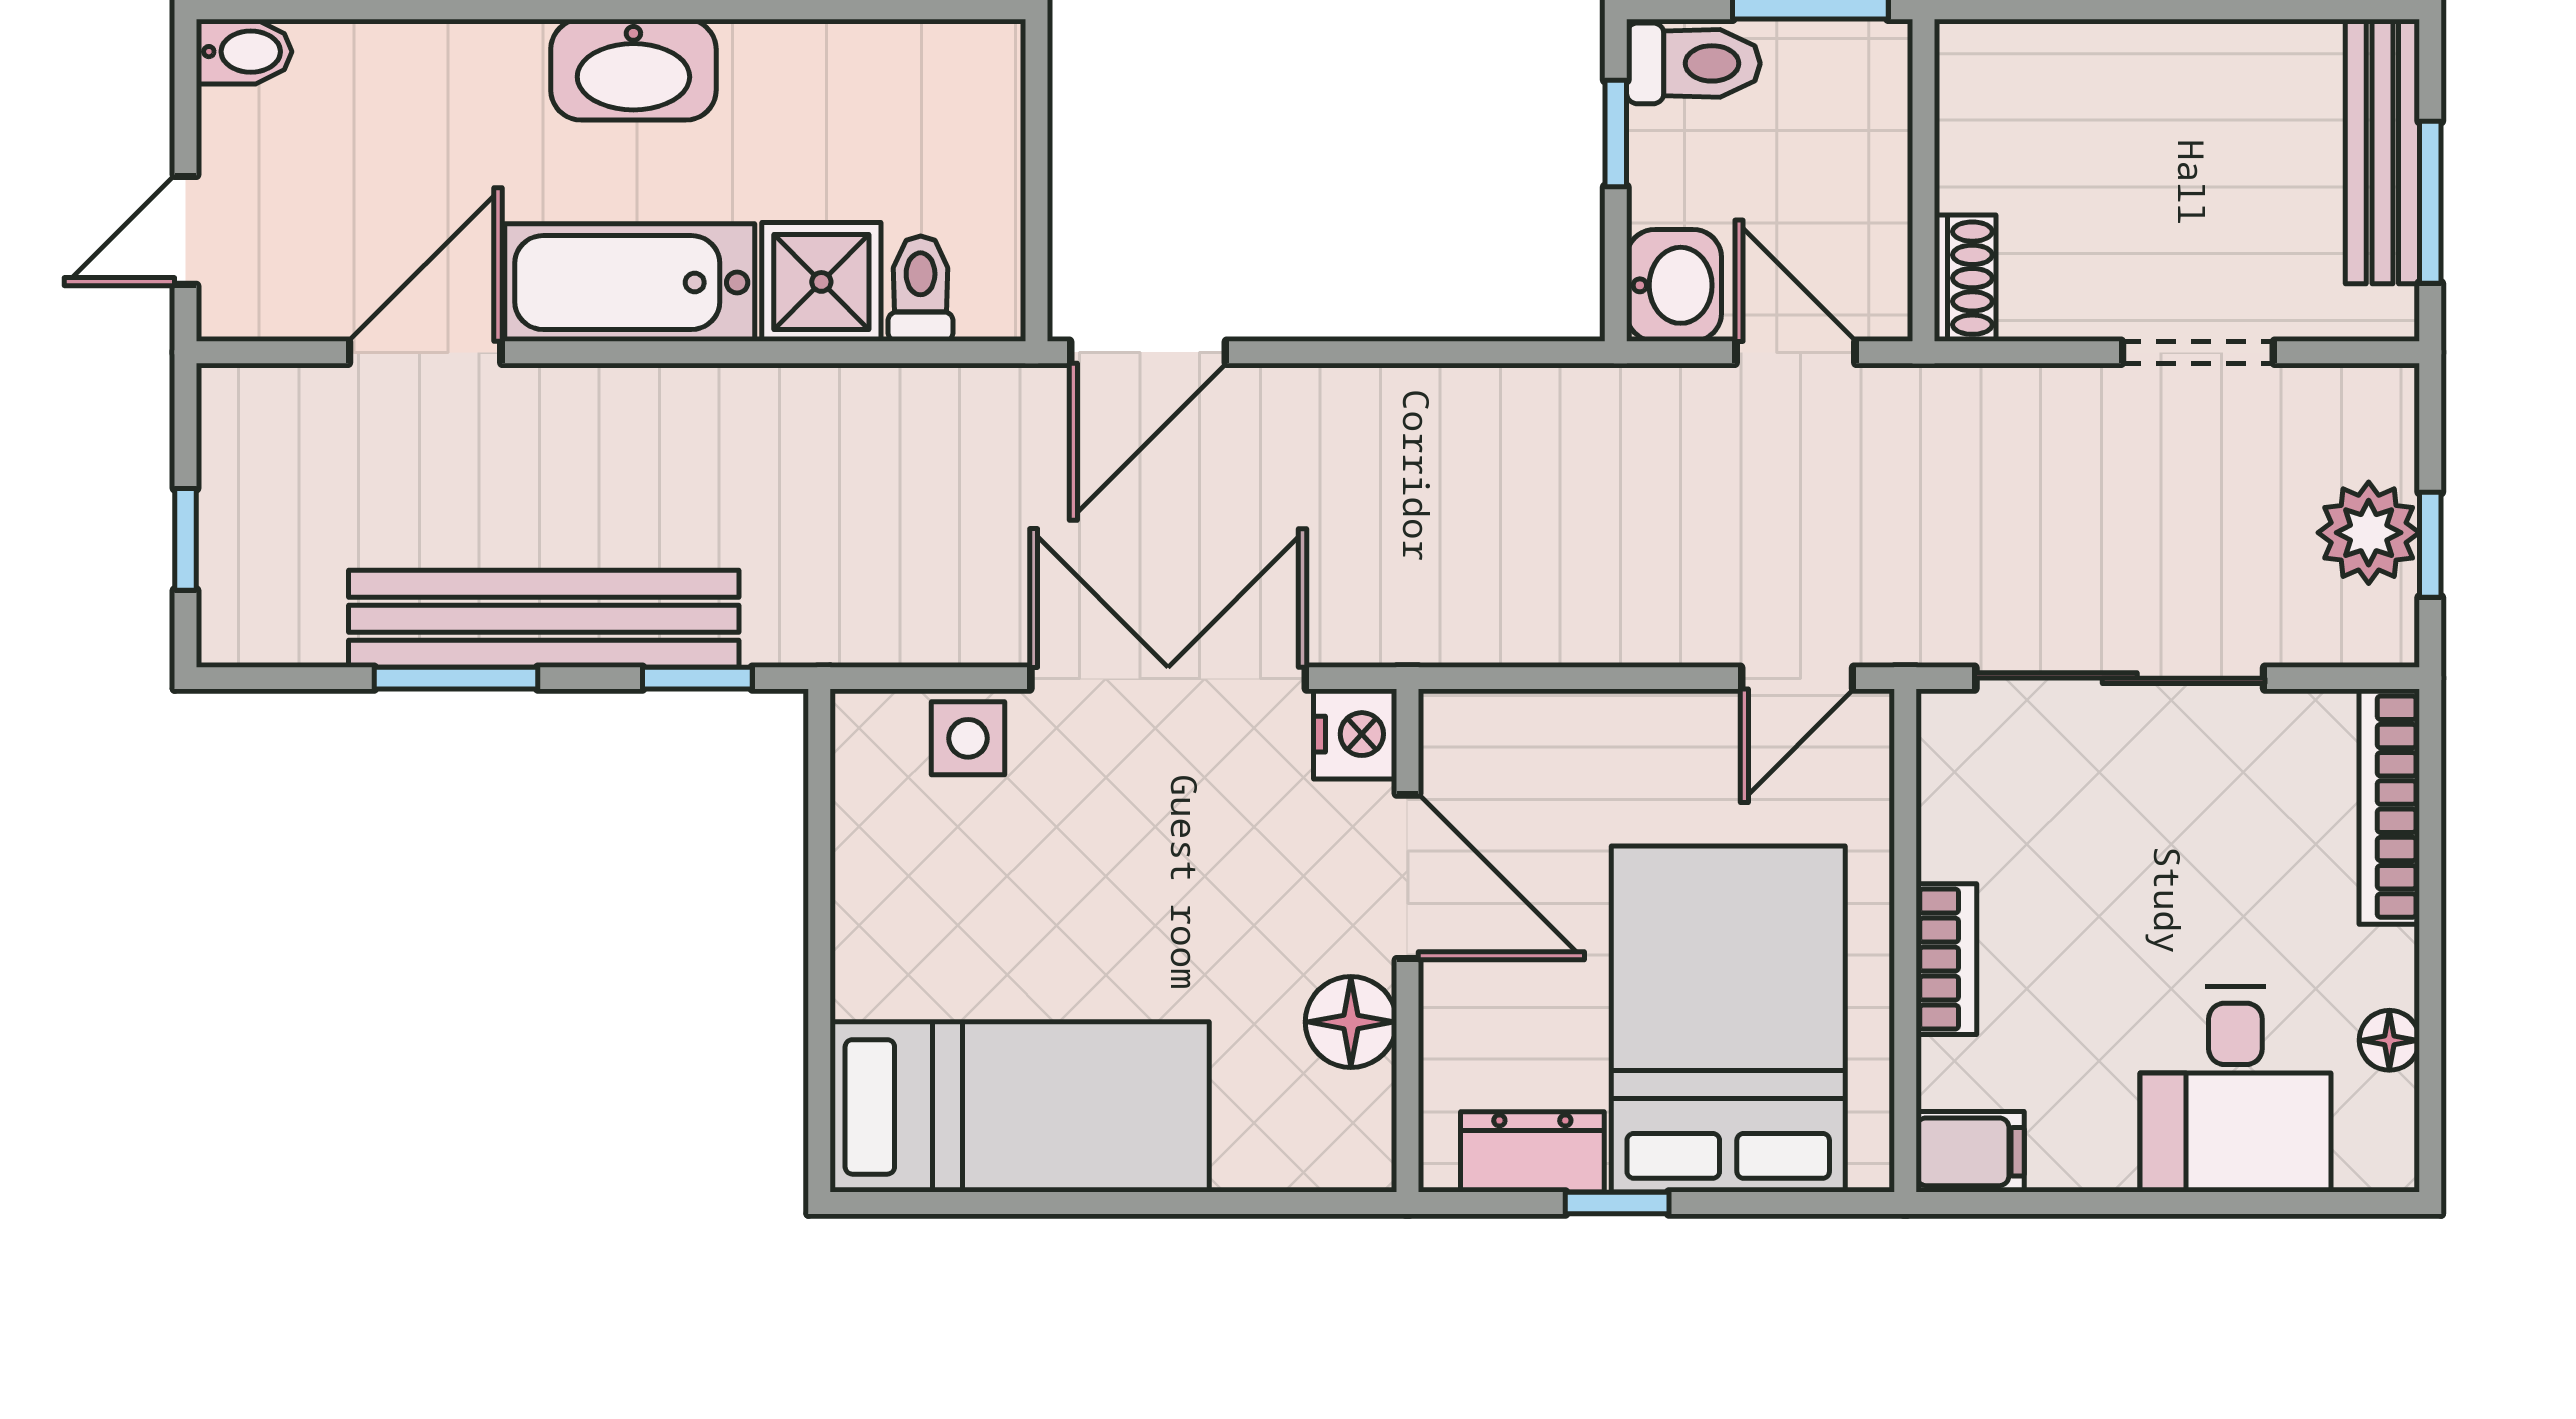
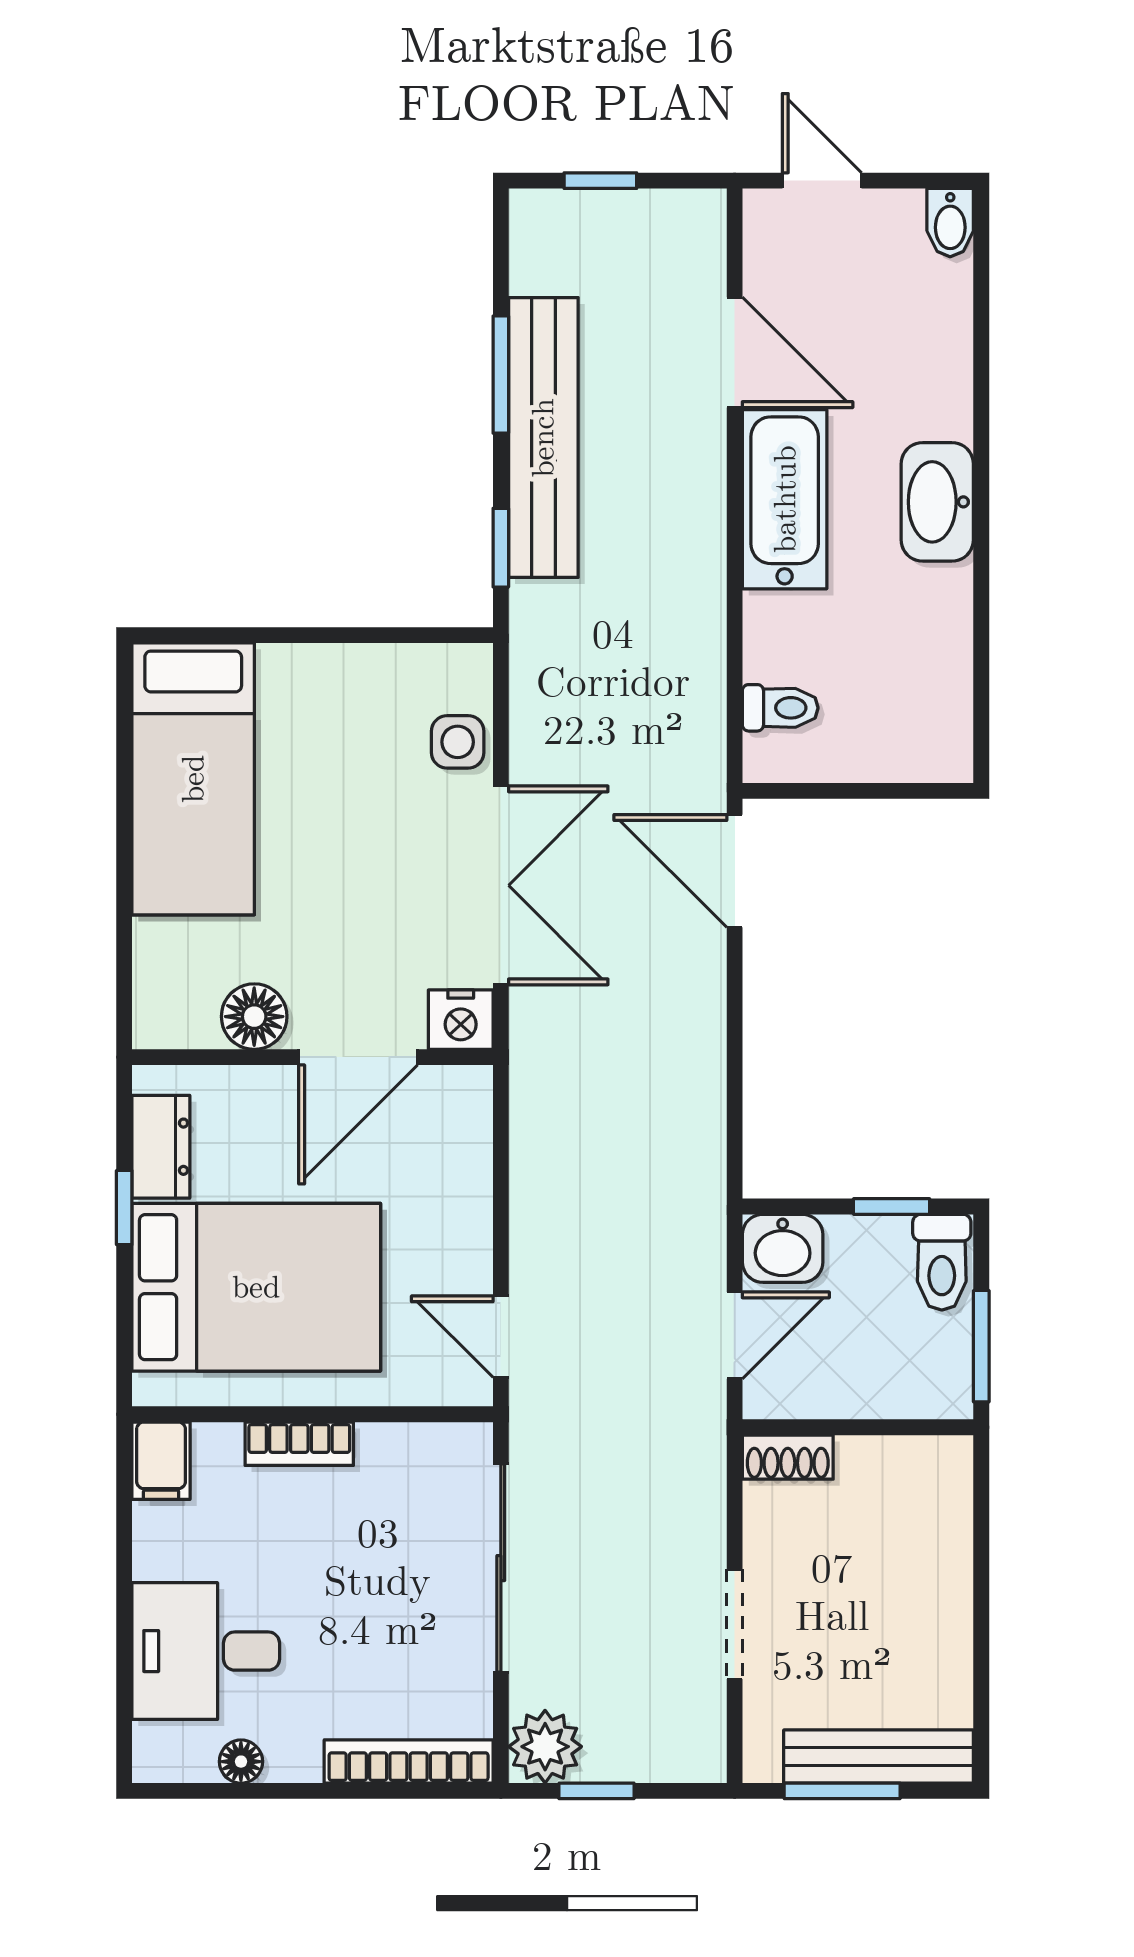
shower: (821, 282) -> (785, 637), removed
plant: (2369, 533) -> (545, 1747), moved

